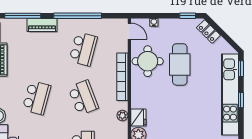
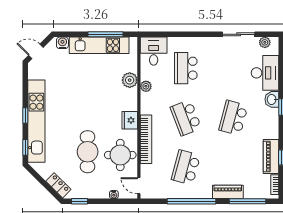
plant: (122, 116) -> (146, 86), moved
fridge: (138, 117) -> (130, 120), moved

